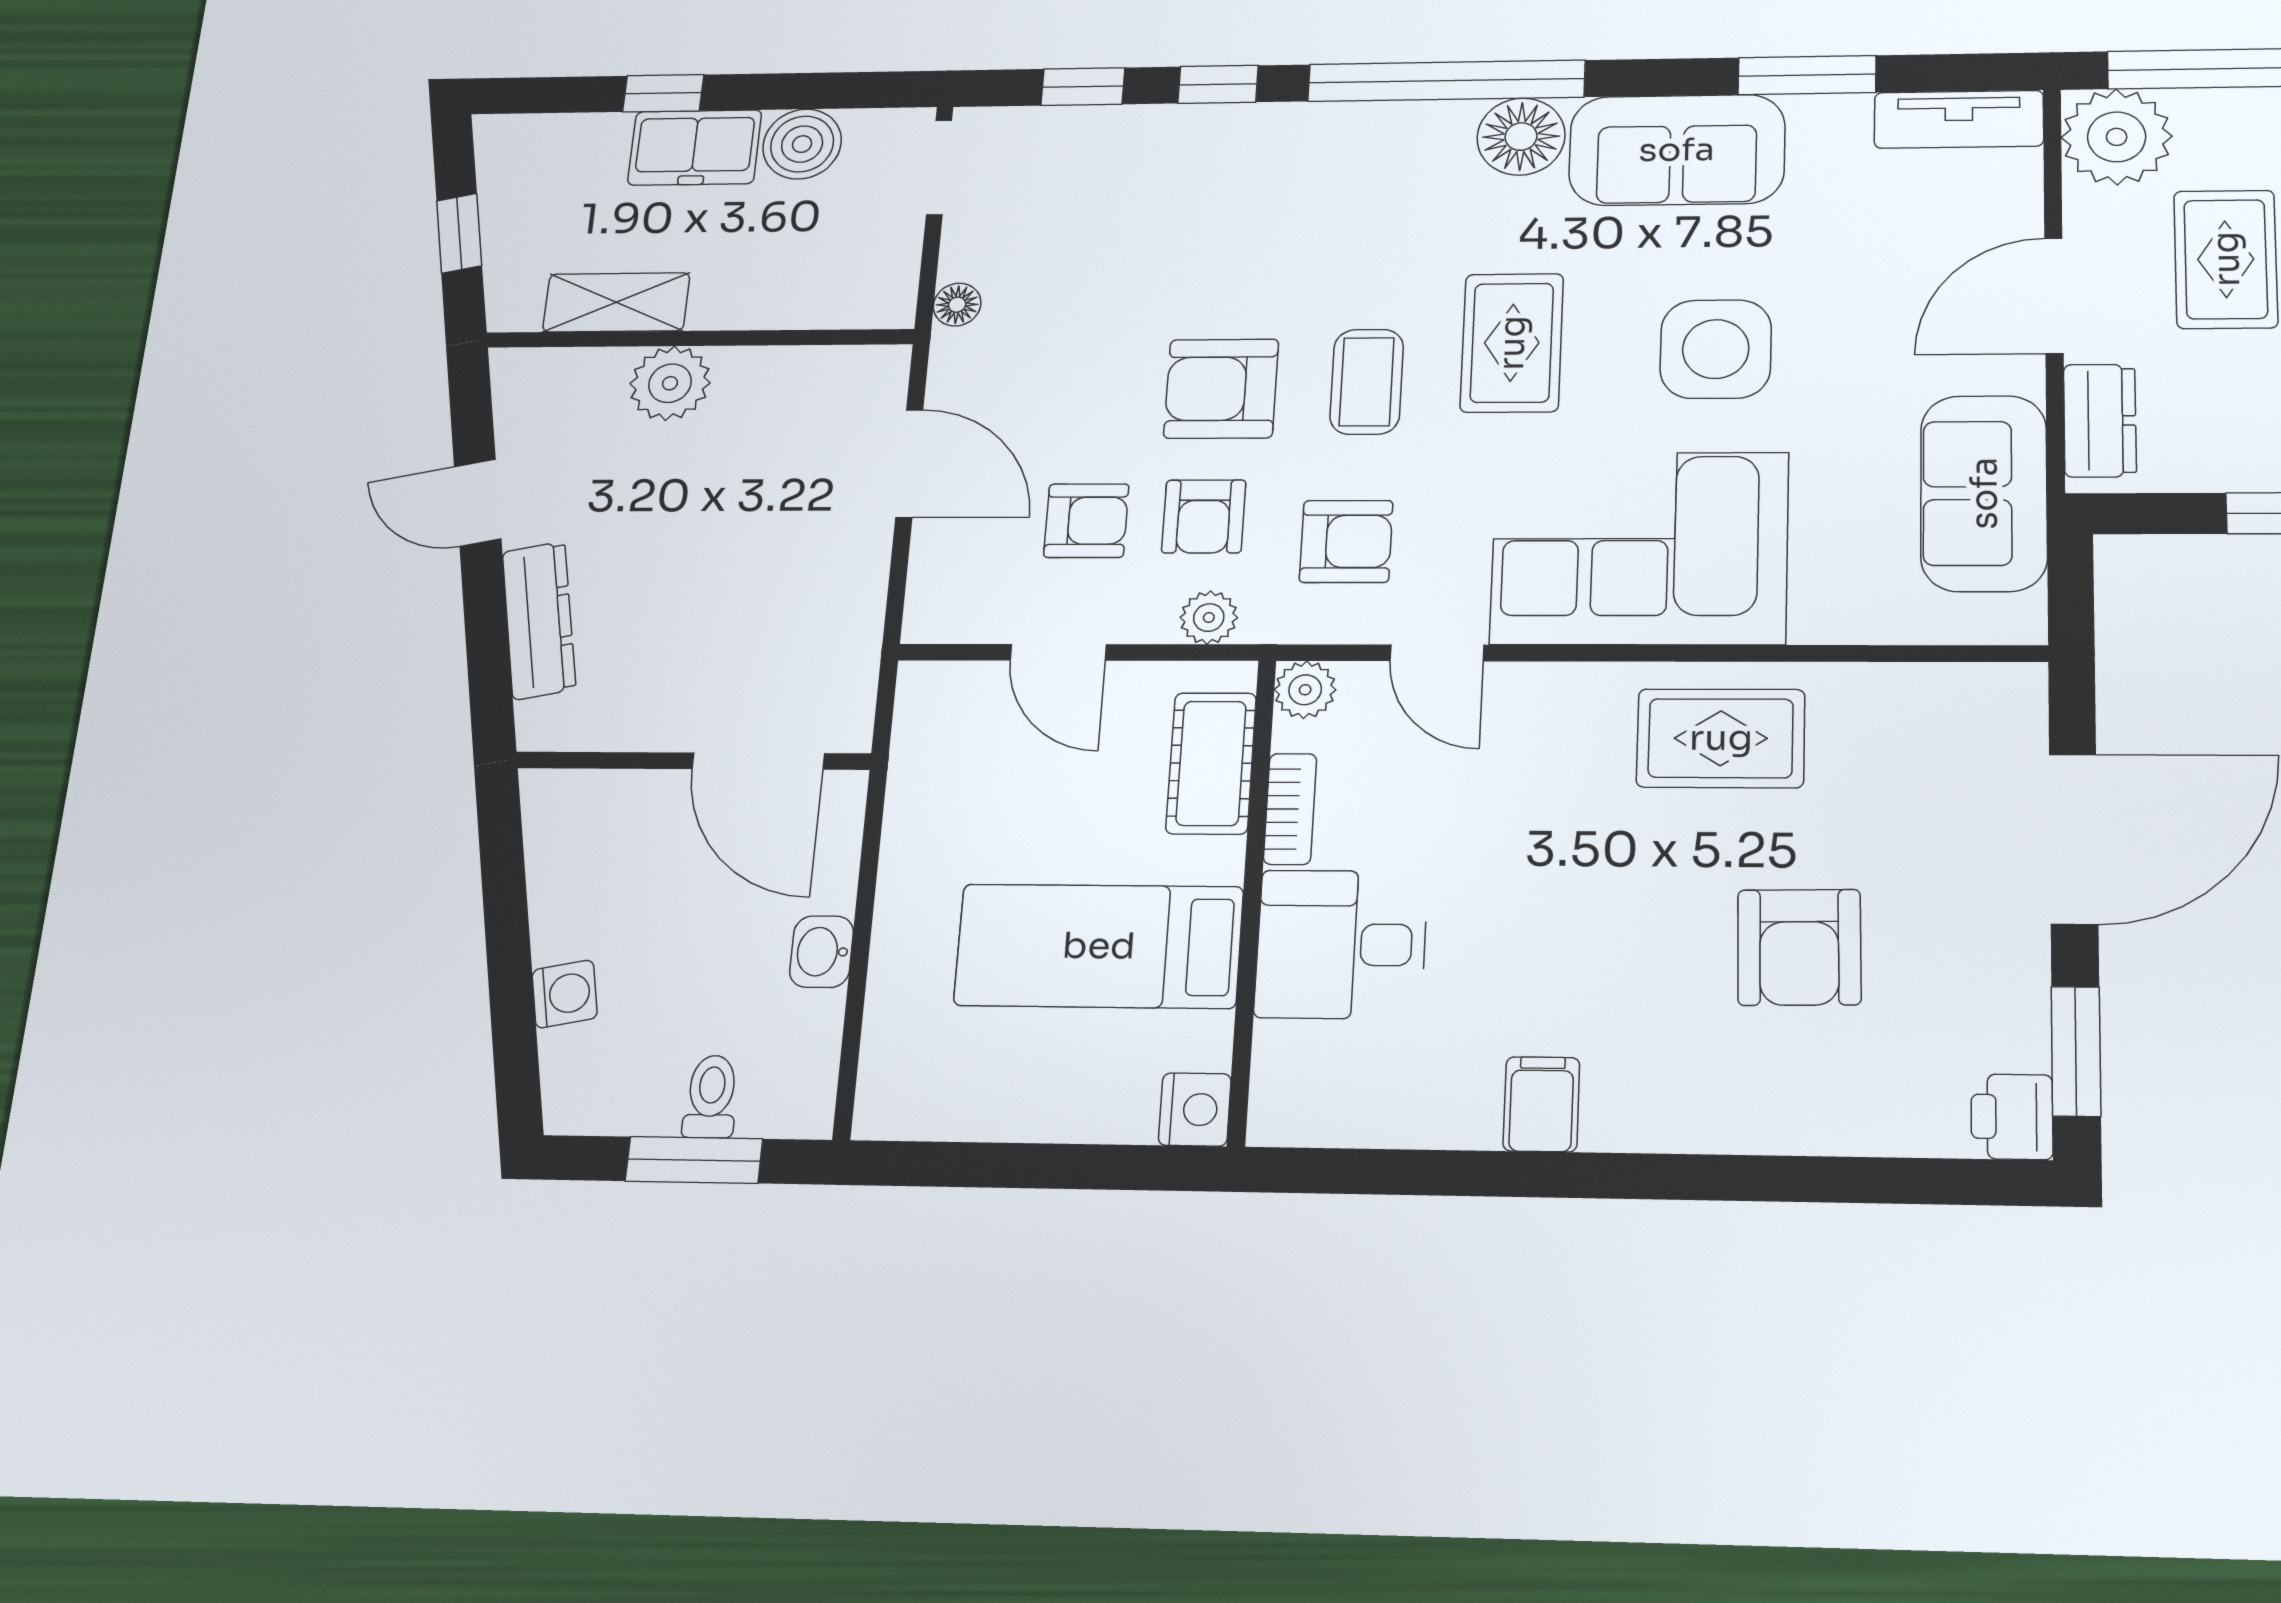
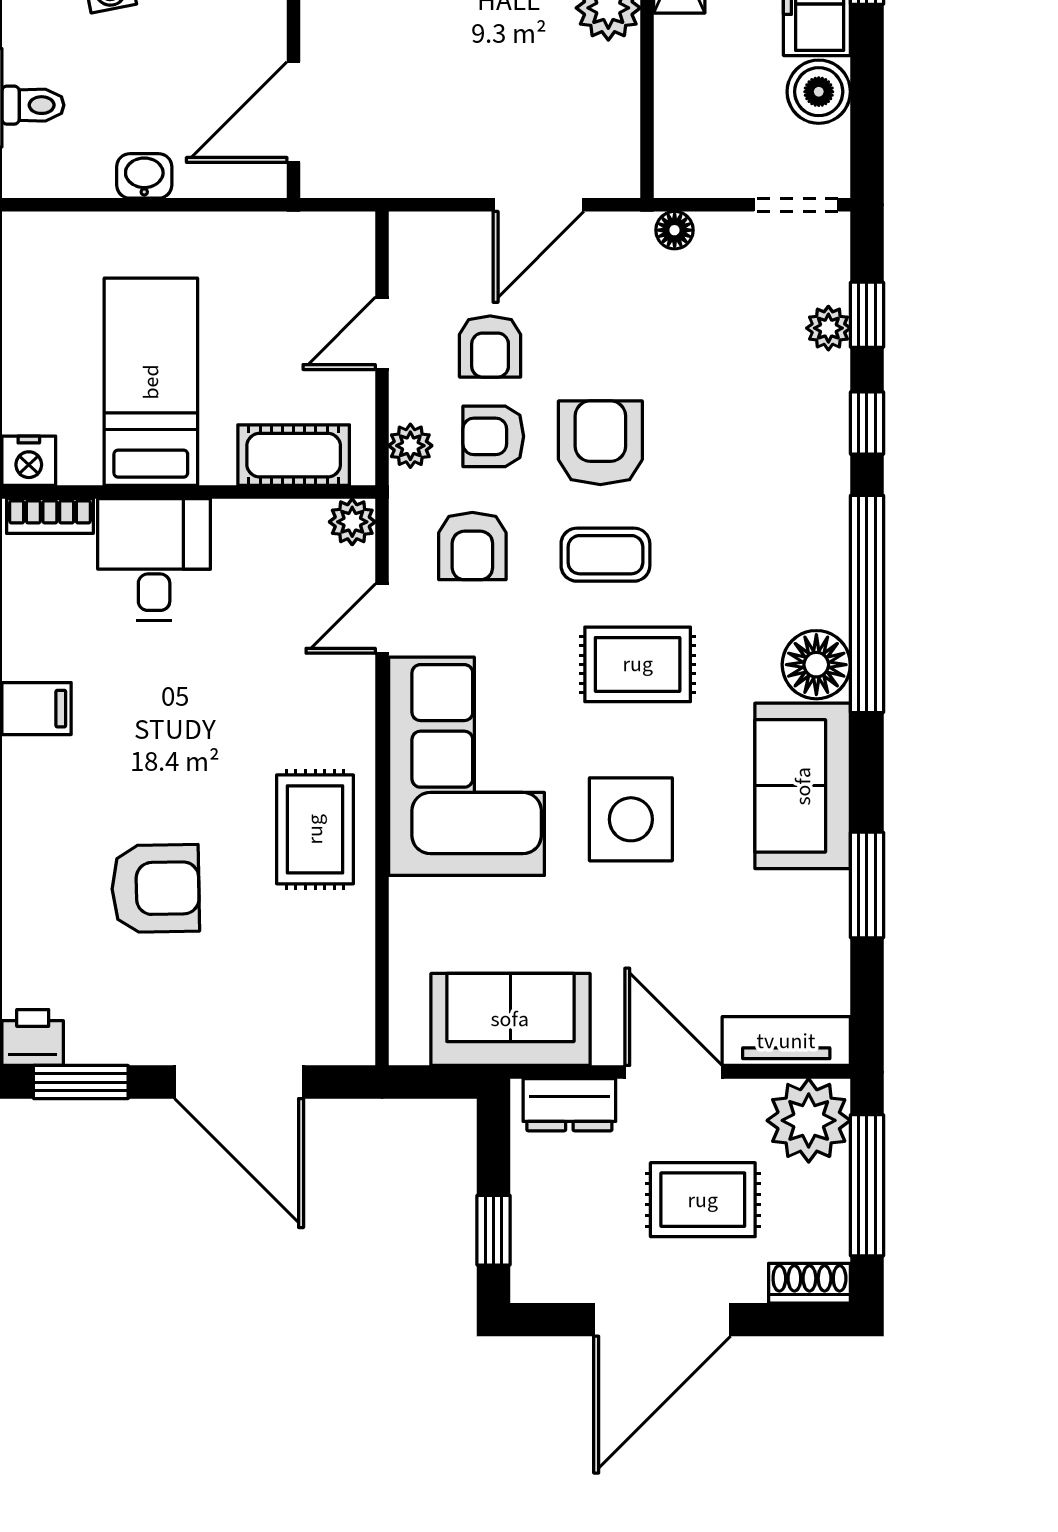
tv unit: (1959, 119) -> (786, 1041), moved, turned 90
plant: (1096, 129) -> (828, 328), added
bookcase: (1290, 809) -> (50, 516), moved
armchair: (1799, 947) -> (155, 888), turned 180

